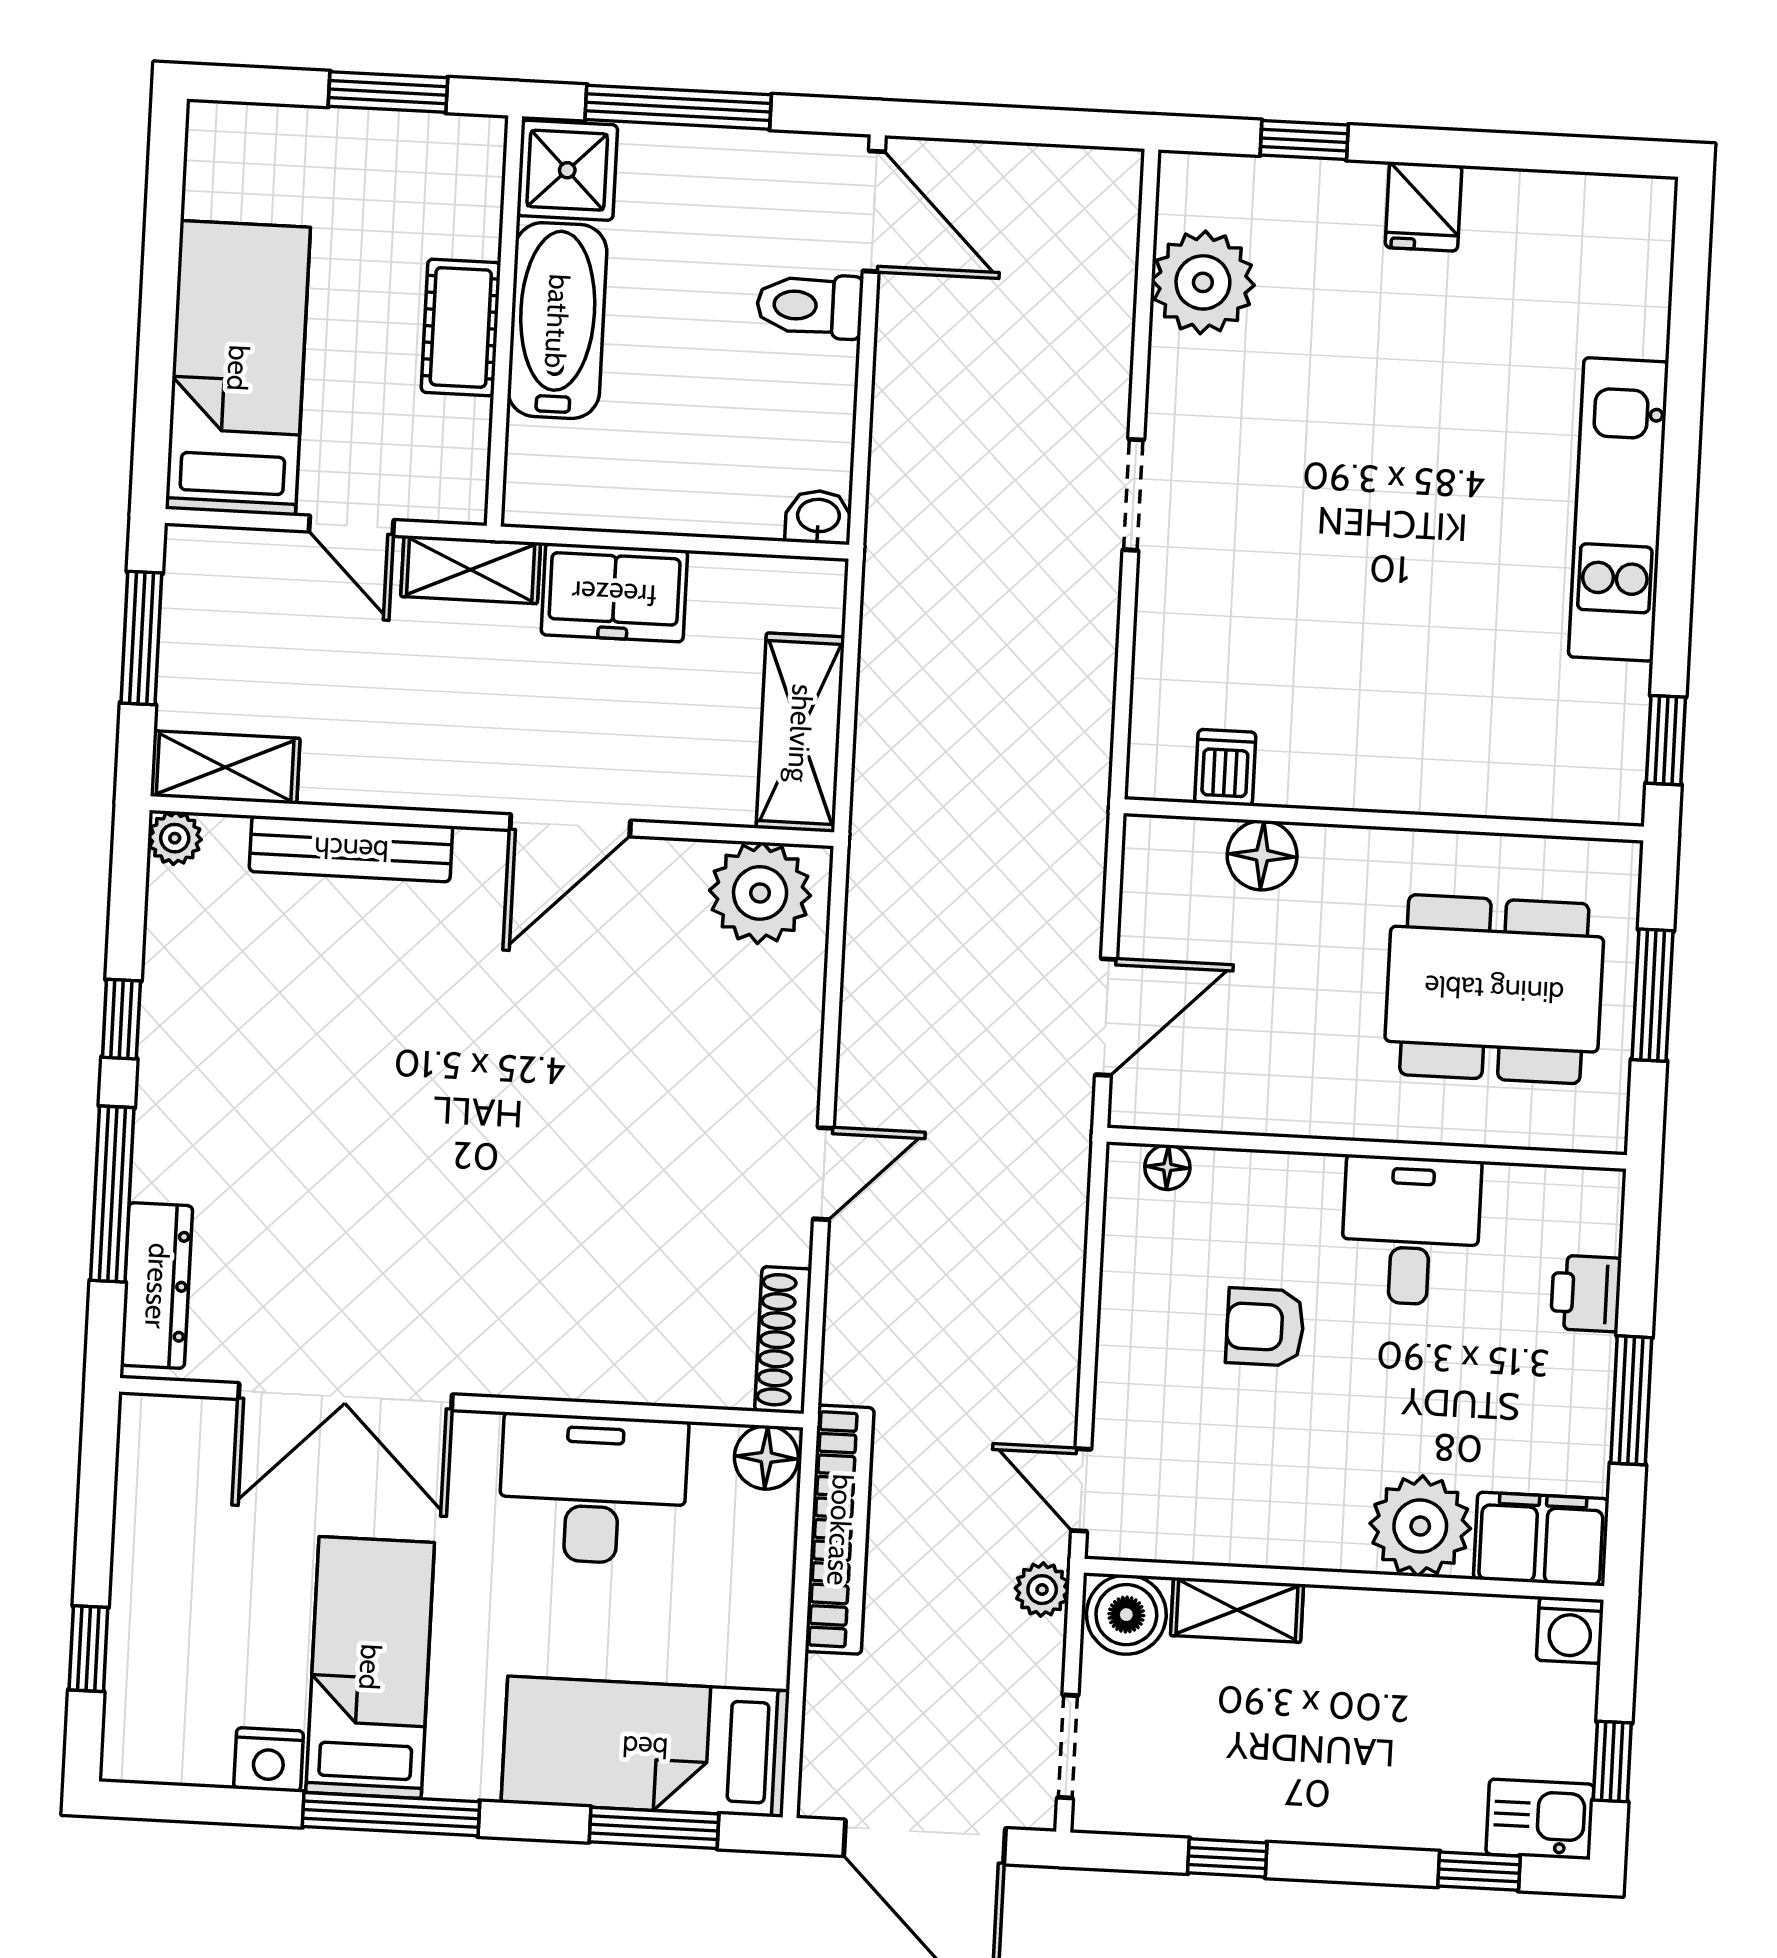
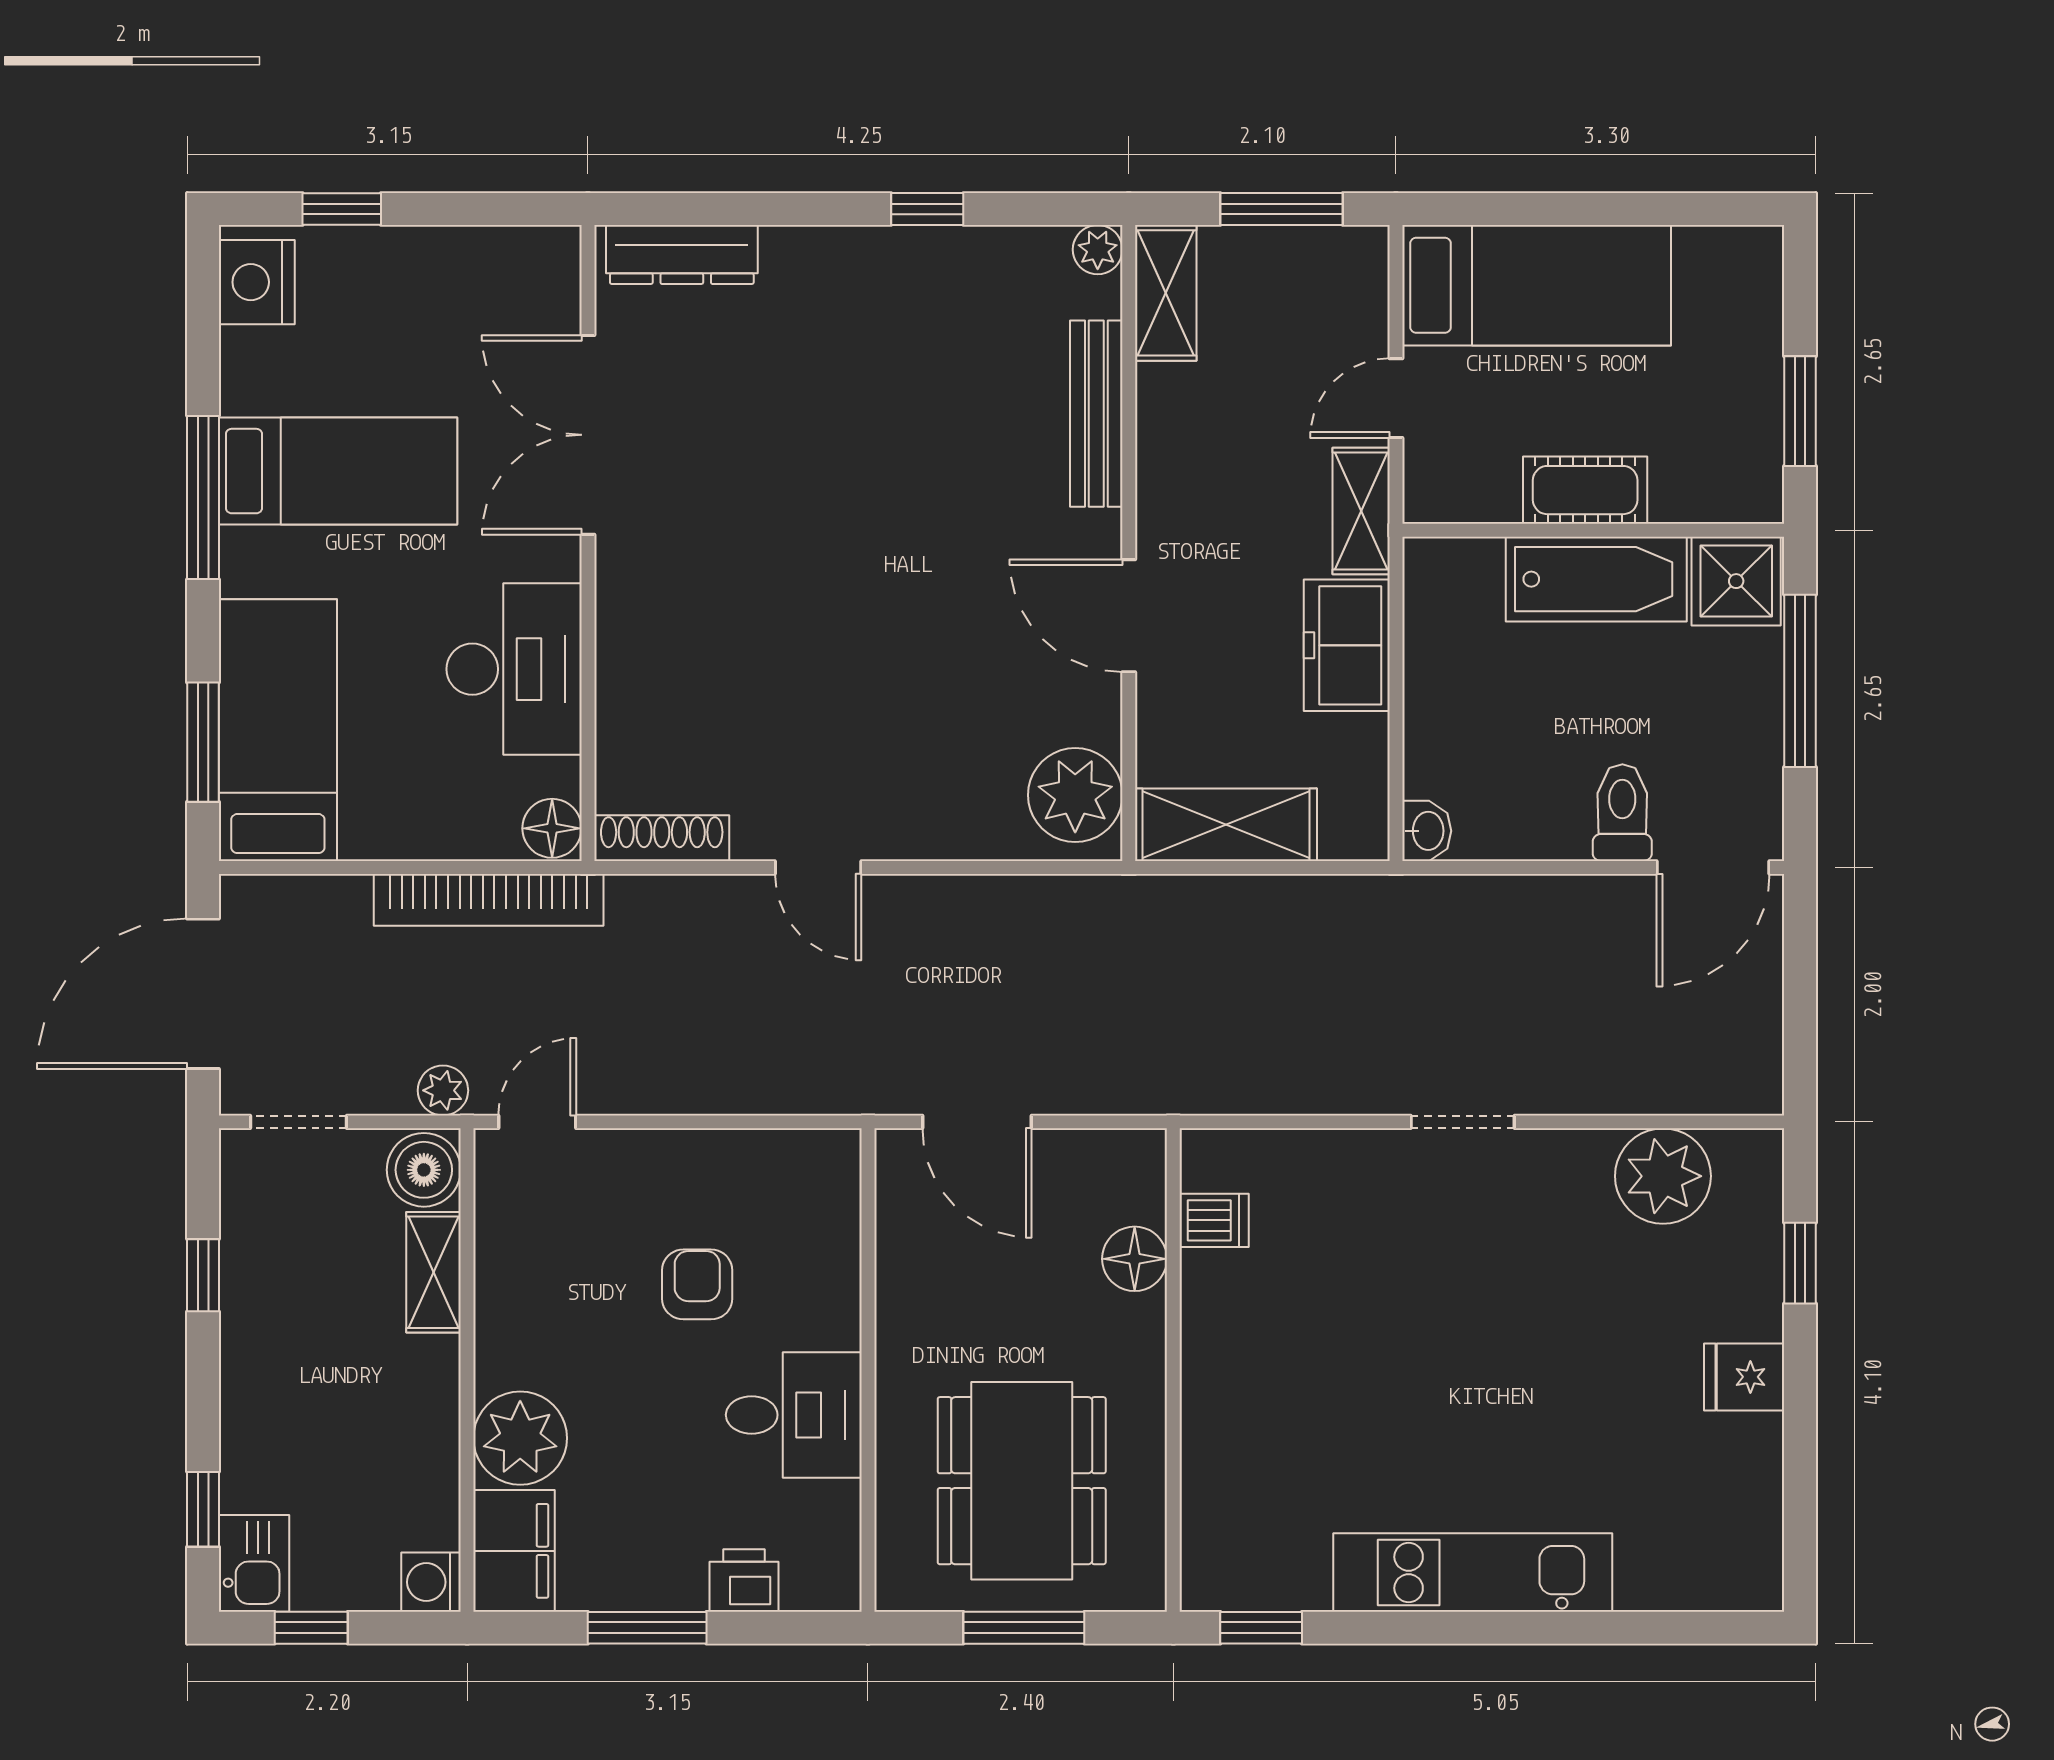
floor lamp: (1167, 1167) -> (841, 1186), removed
window: (112, 1194) -> (764, 209), removed
nightstand: (269, 1760) -> (257, 282), moved, width x1.36, depth x1.33

